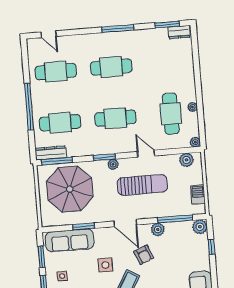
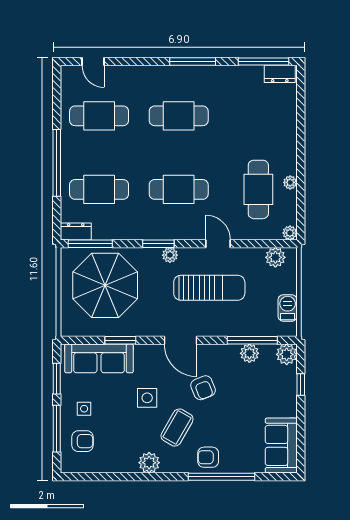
window: (167, 24) -> (263, 62), width x1.44
dresser: (51, 153) -> (76, 231), width x0.70
plant: (158, 229) -> (249, 353), moved

